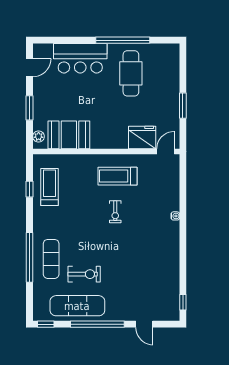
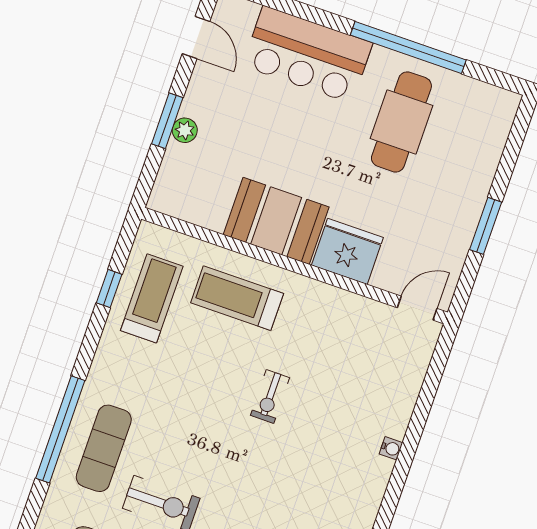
door: (30, 68) -> (196, 37), hinge flipped
booth: (69, 135) -> (276, 221), moved
plant: (39, 136) -> (185, 130), moved
fridge: (142, 137) -> (347, 251), moved
treadmill: (117, 176) -> (237, 298), moved

